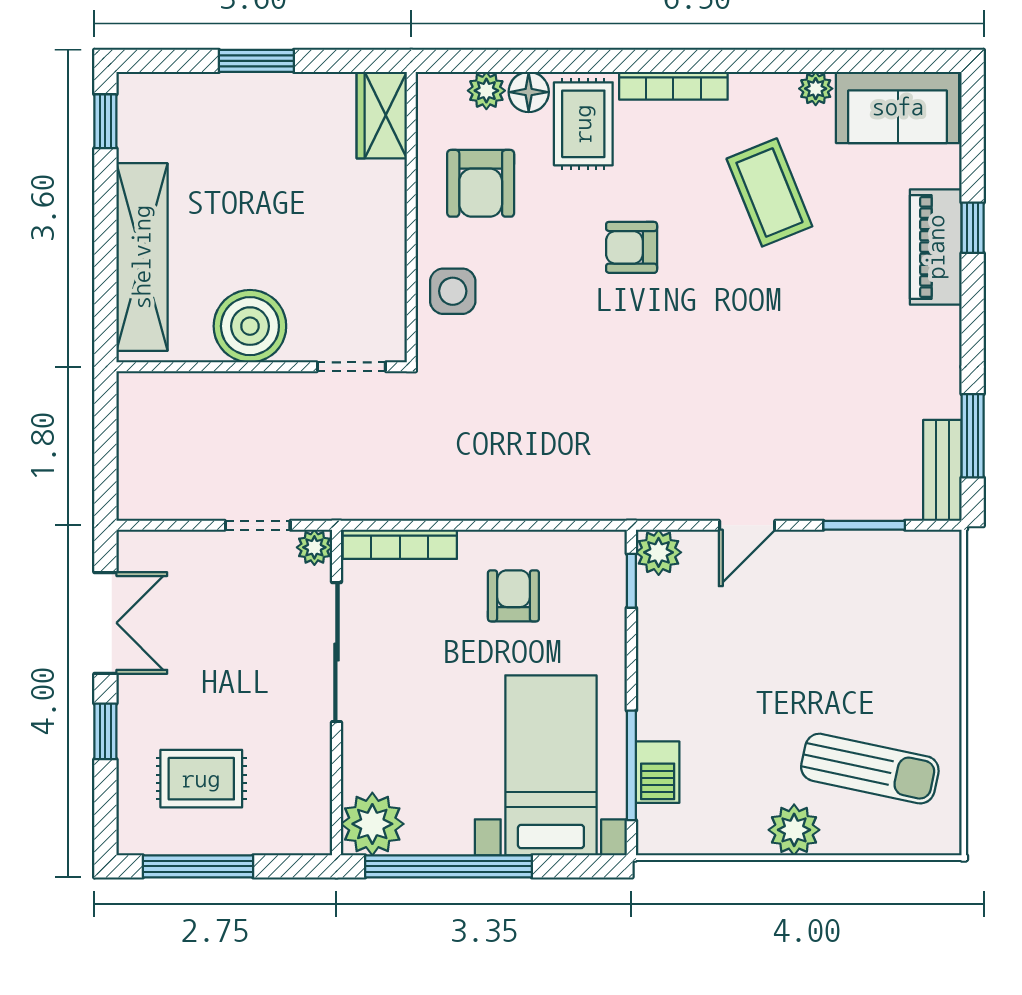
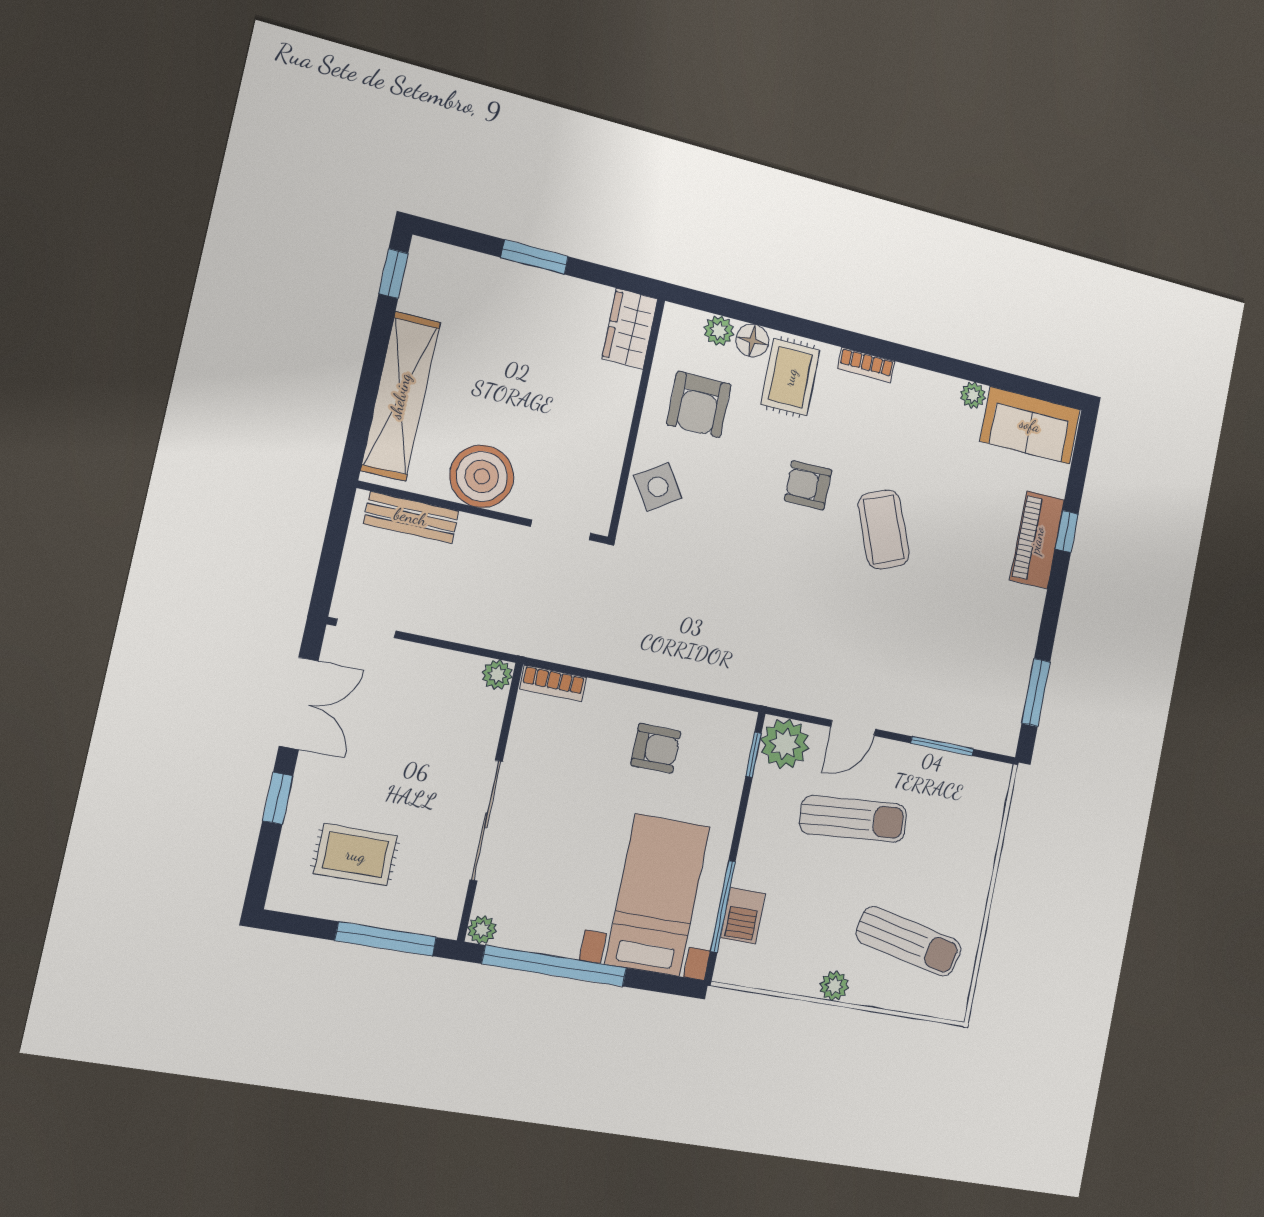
bookcase: (673, 86) -> (866, 365), width x0.64
coffee table: (769, 192) -> (884, 530), moved
side table: (453, 291) -> (658, 487), turned -33
bench: (942, 470) -> (411, 517), moved, turned 90
doorway: (258, 525) -> (366, 628), moved
bookcase: (400, 544) -> (553, 683), width x0.64
plant: (659, 552) -> (785, 744), width x1.36, depth x1.36
armchair: (513, 596) -> (656, 748), turned 90
sun lounger: (770, 634) -> (853, 819), added
sliding door: (336, 652) -> (486, 820), moved
plant: (372, 824) -> (482, 930), width x0.53, depth x0.53
plant: (794, 830) -> (834, 986), width x0.73, depth x0.73
window: (198, 866) -> (386, 939), moved

